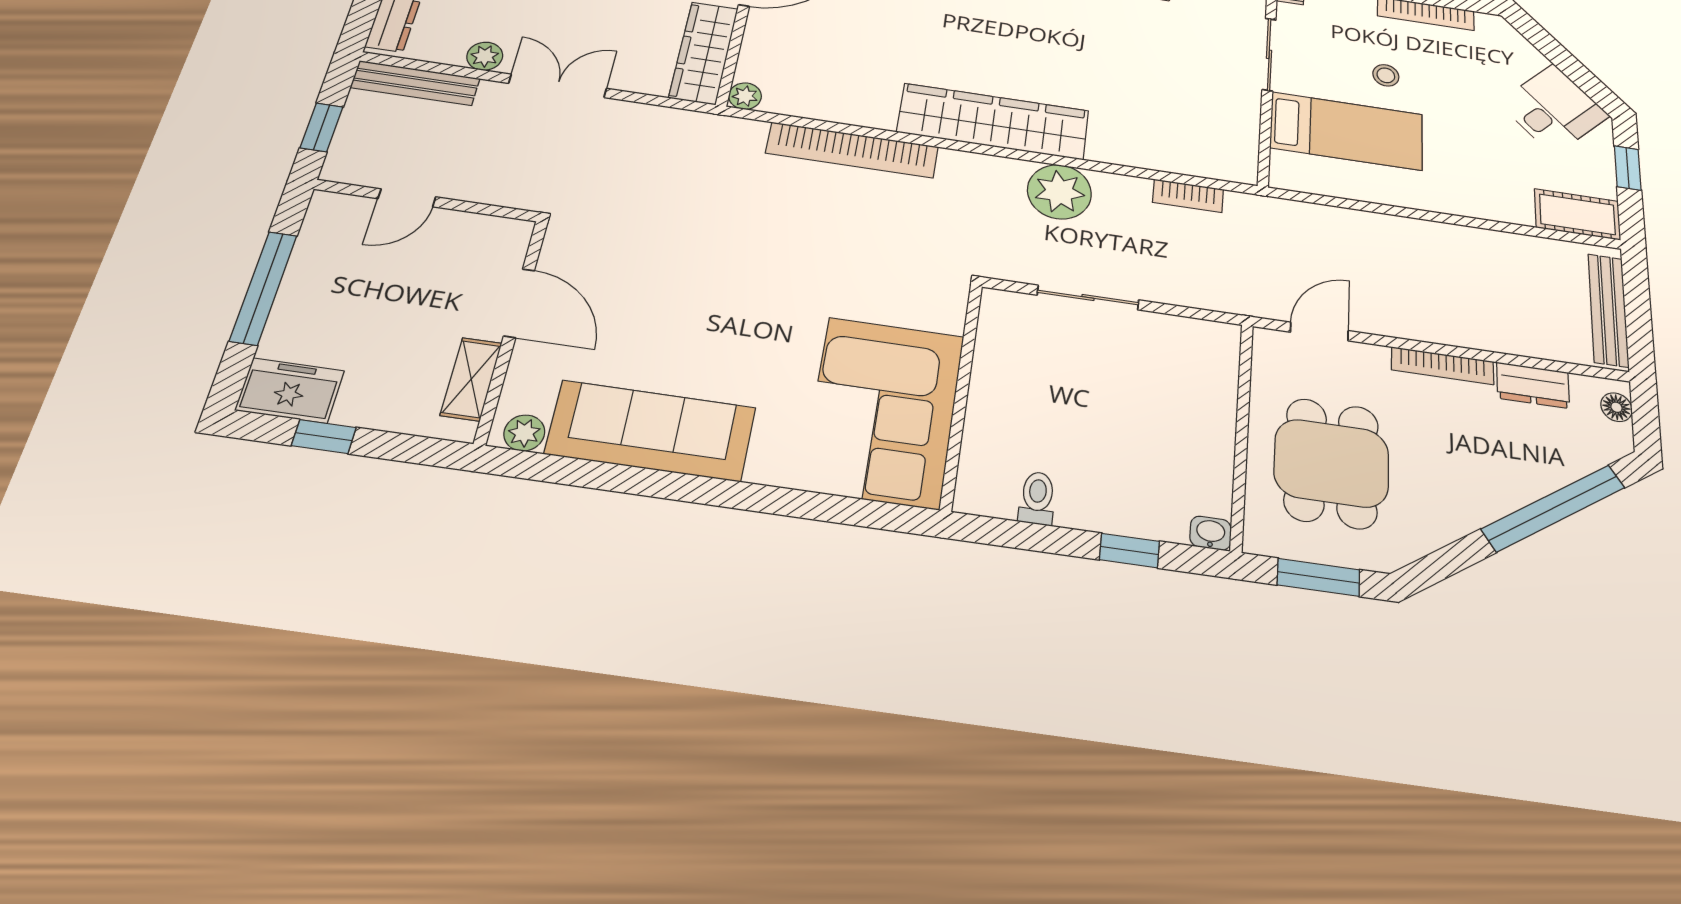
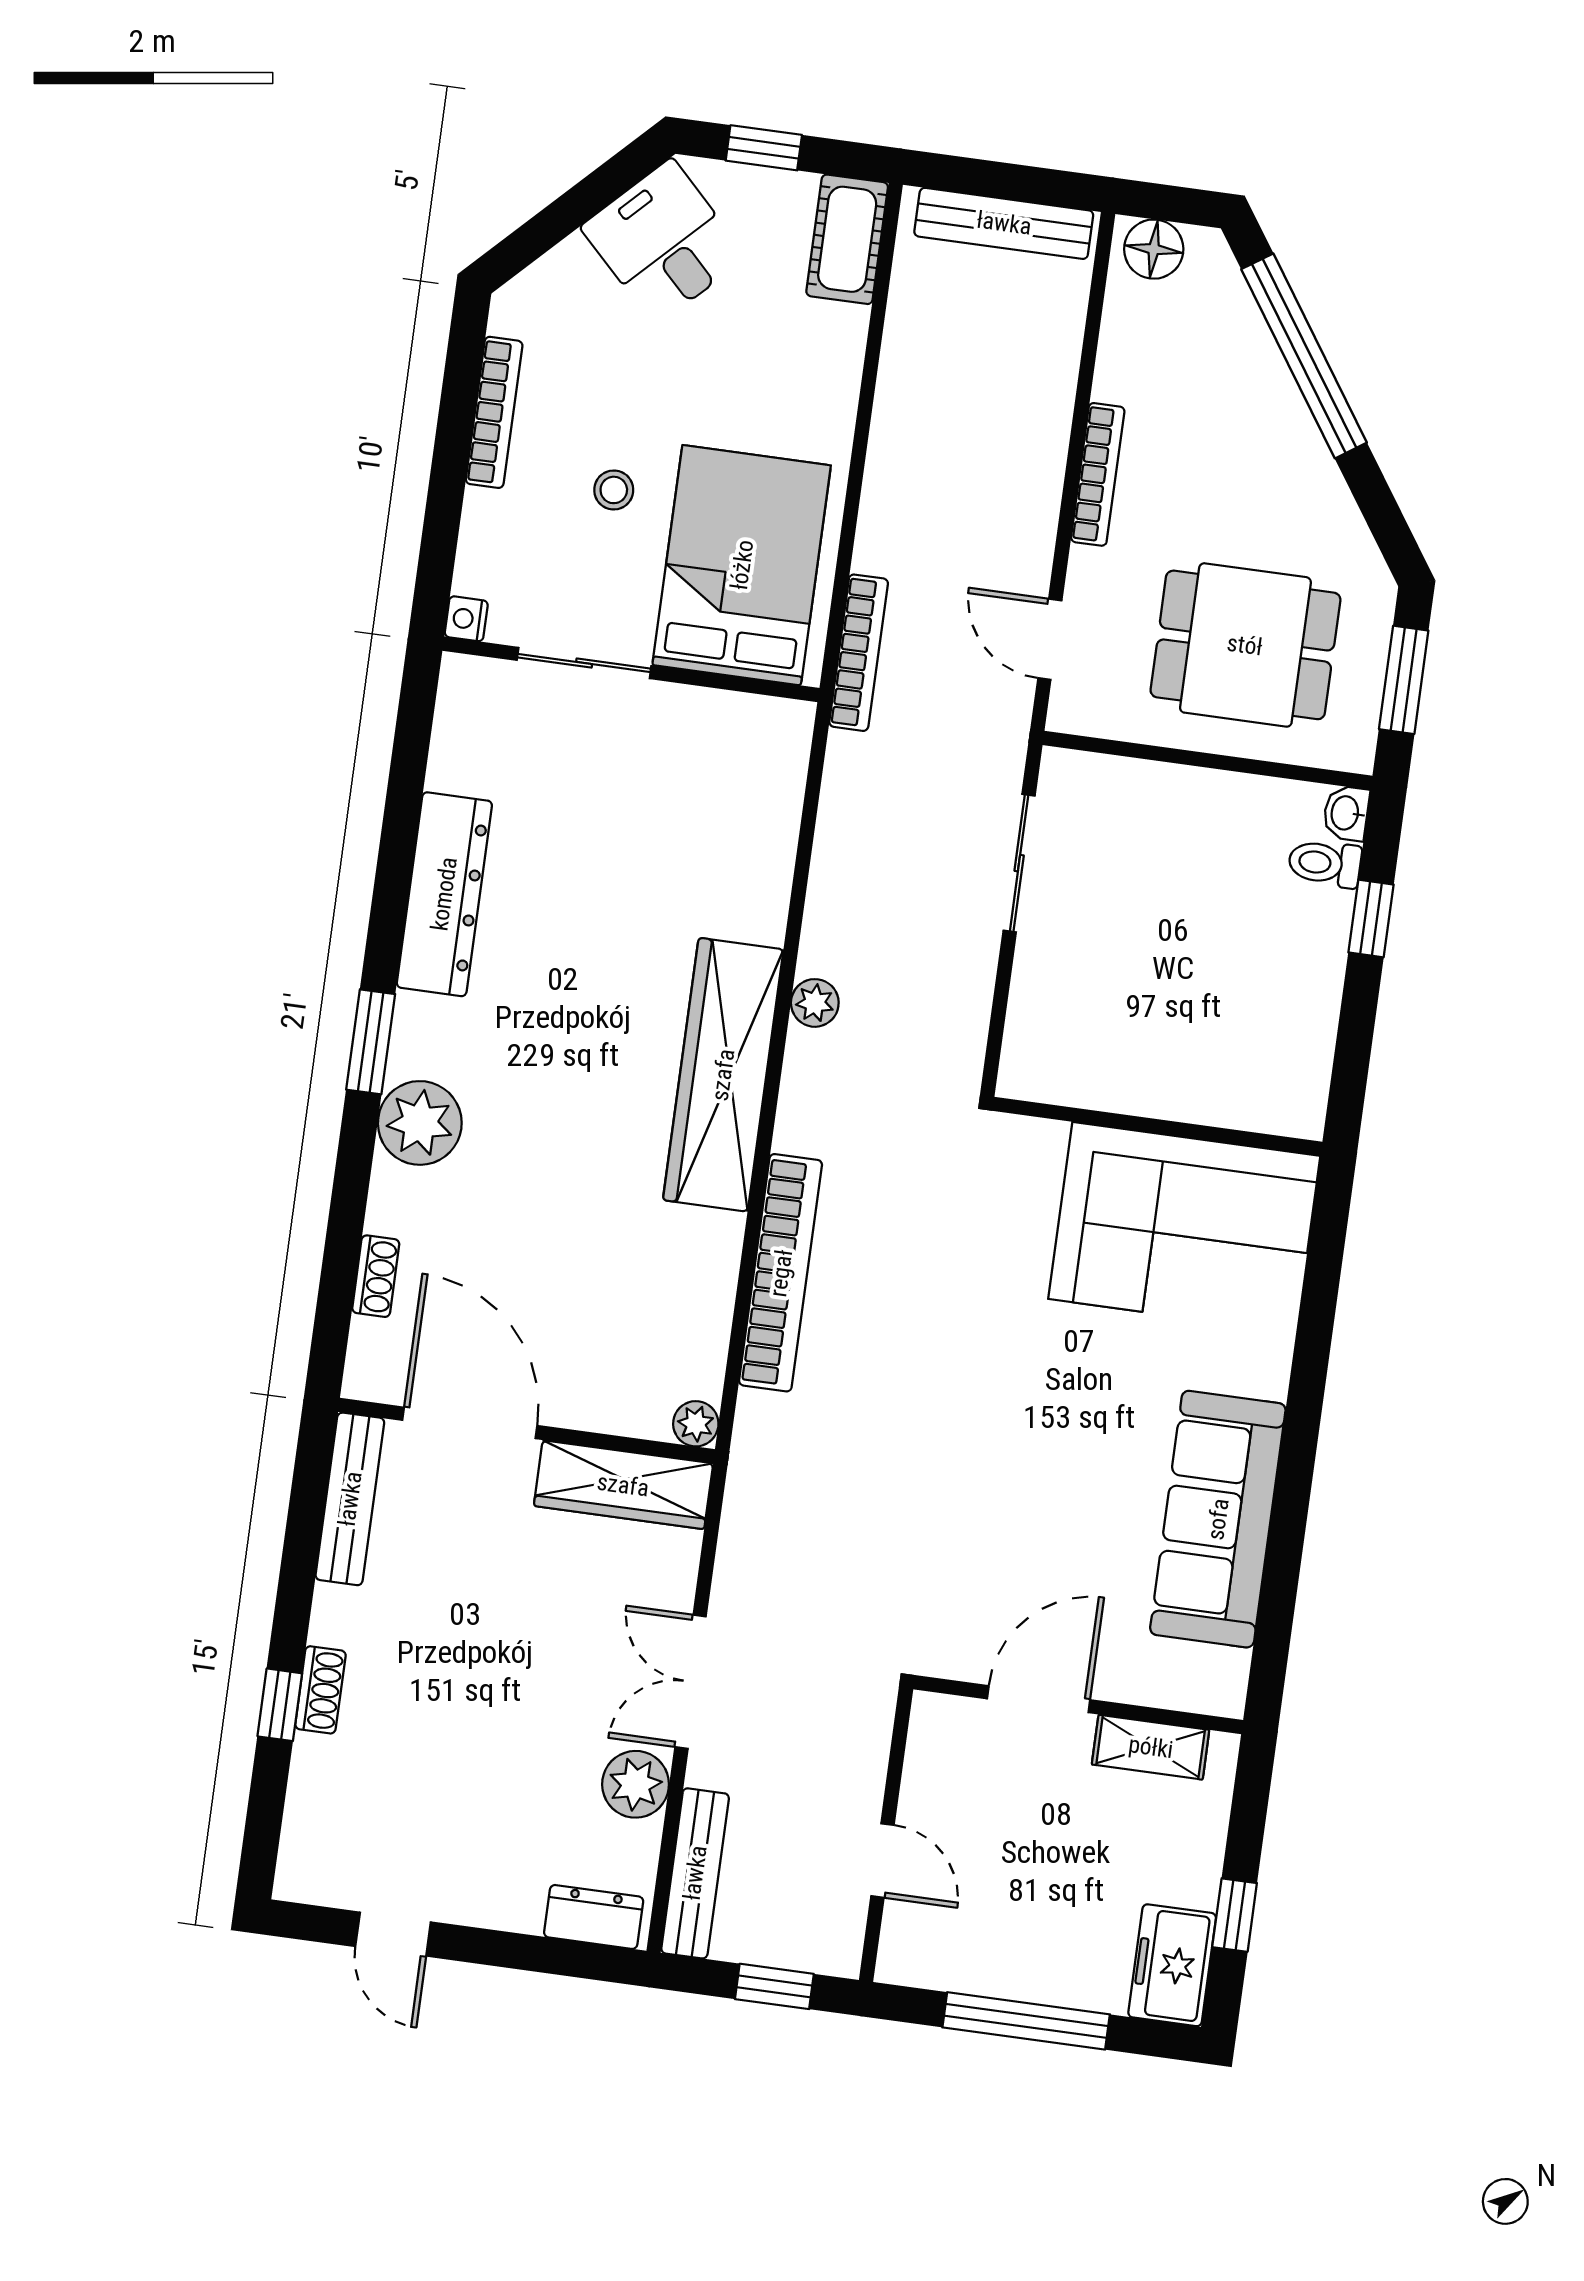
plant: (485, 56) -> (636, 1784), width x1.38, depth x1.38
bed: (1347, 131) -> (742, 565), width x1.50
plant: (1059, 192) -> (815, 1003), width x0.53, depth x0.53
bookcase: (1188, 196) -> (859, 653), moved, width x1.56
sliding door: (1088, 298) -> (1019, 863), moved
dresser: (1533, 385) -> (1124, 352), removed
floor lamp: (1616, 407) -> (1154, 249), width x1.37, depth x1.37
plant: (524, 433) -> (1224, 1674), removed
toilet: (1037, 498) -> (1325, 863), moved

